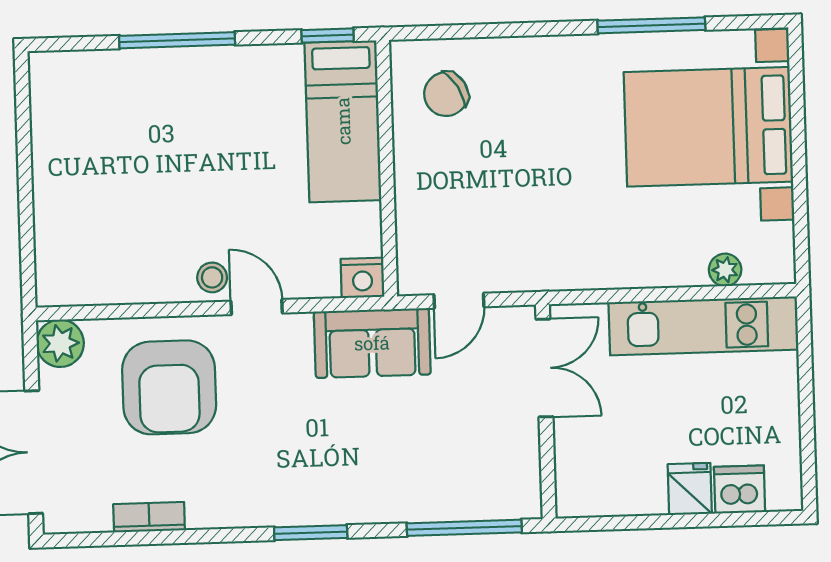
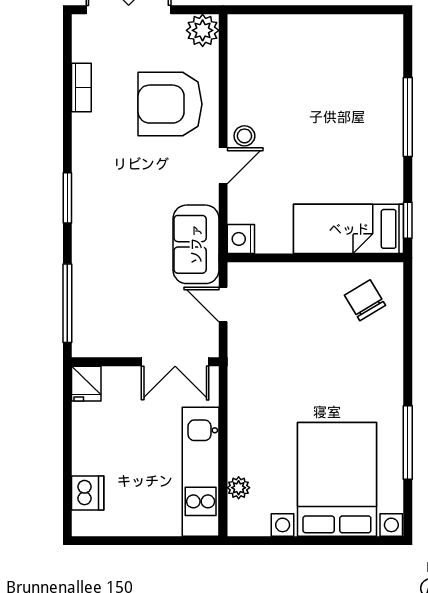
fridge: (690, 489) -> (86, 384), moved, turned 90

